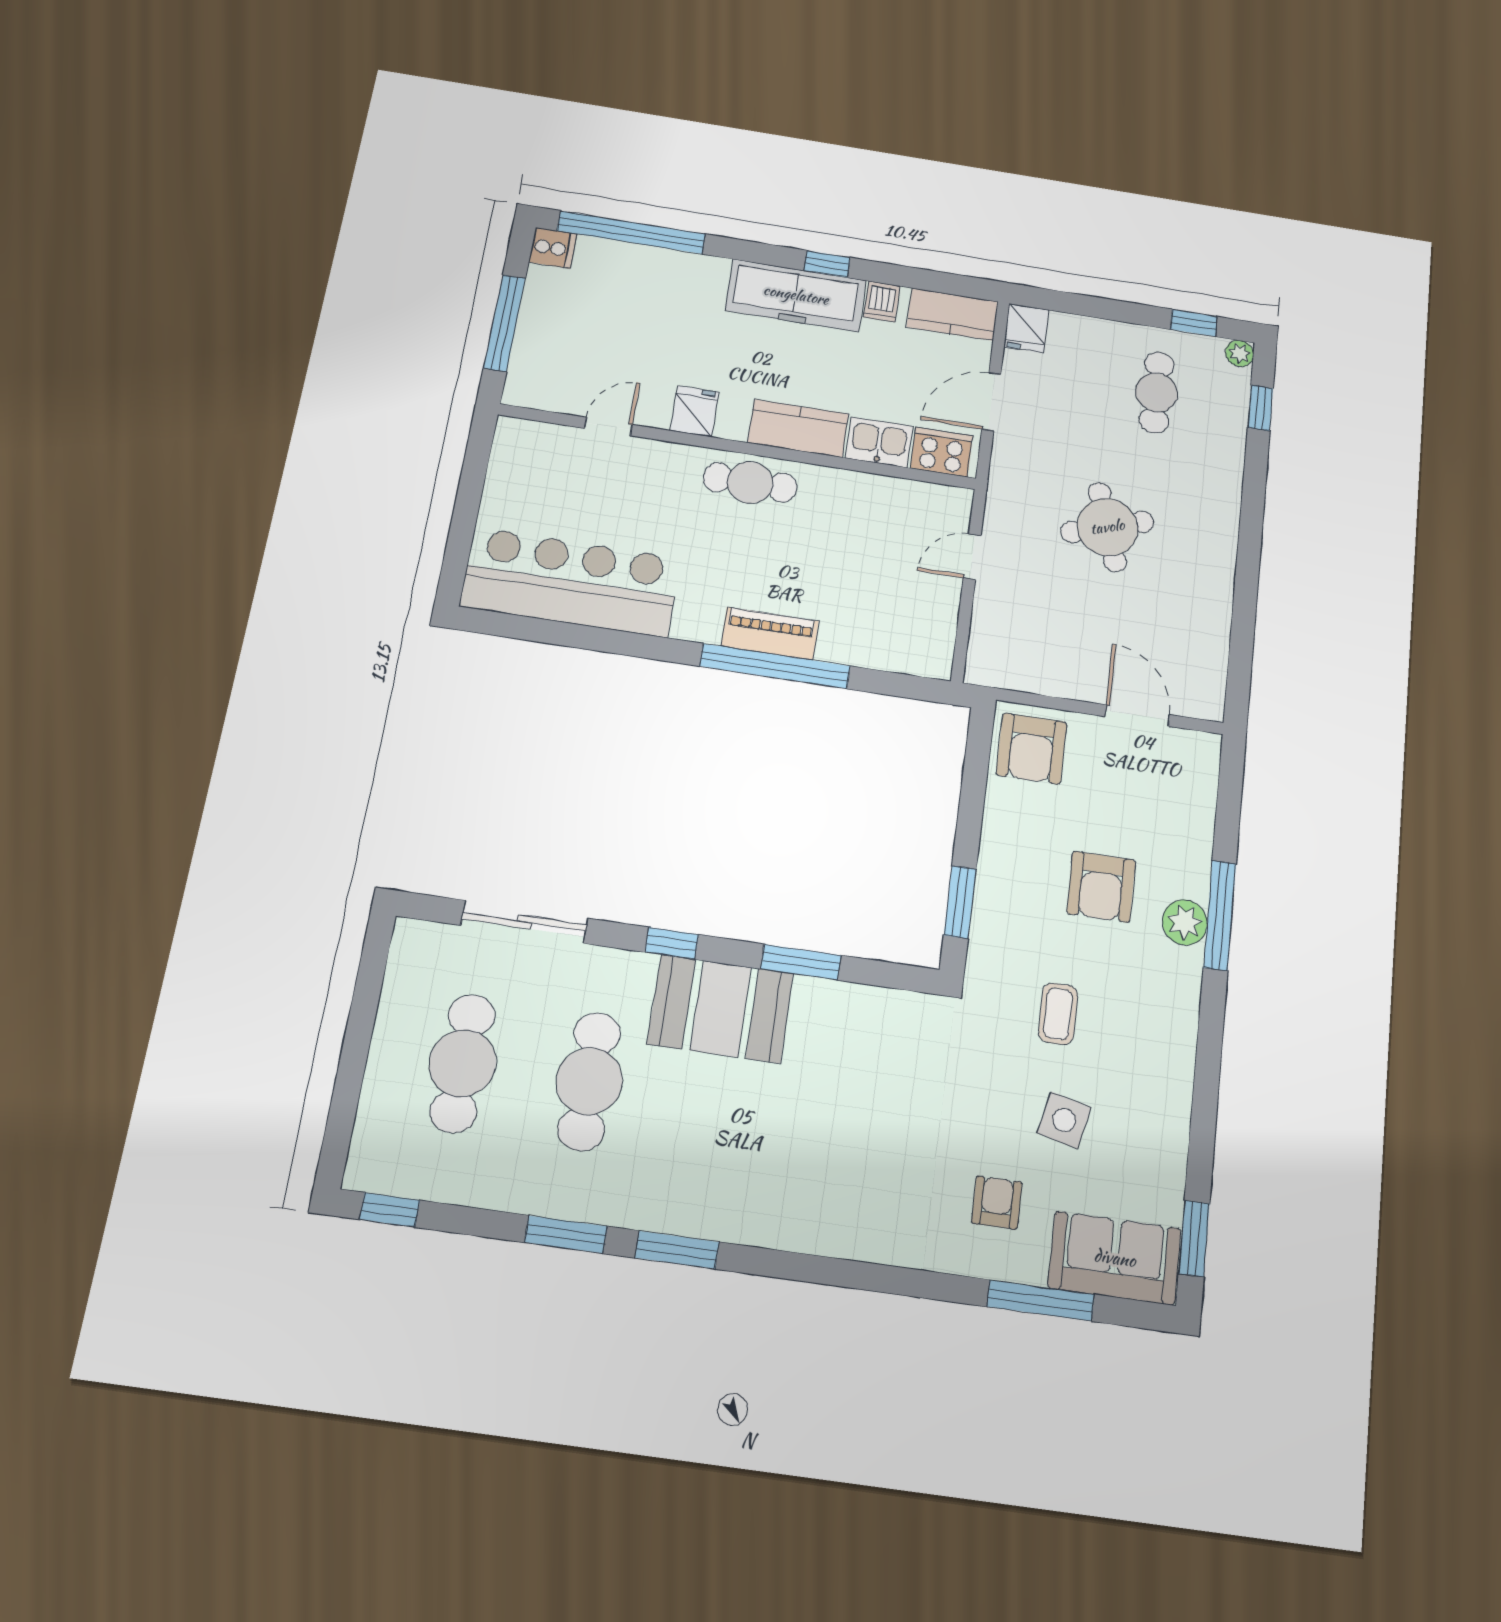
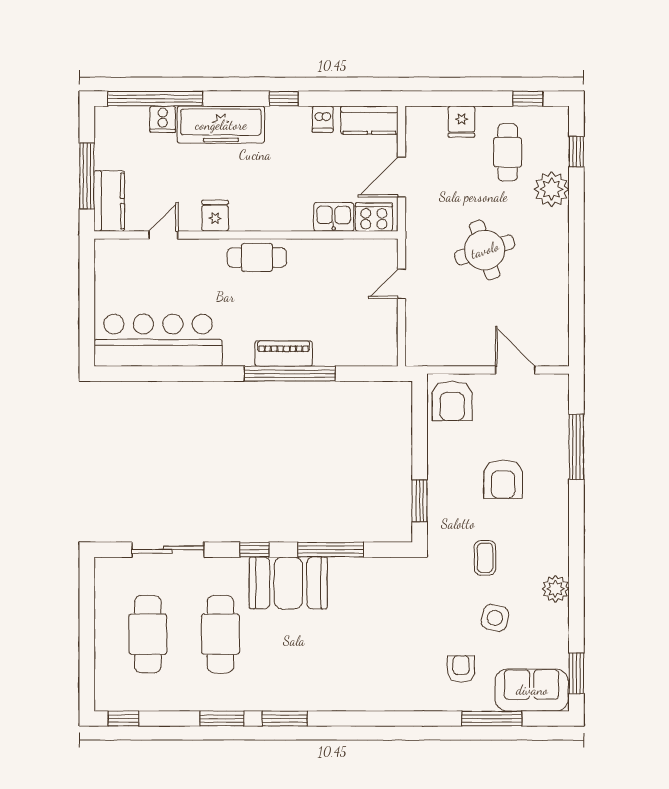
cooker: (553, 248) -> (163, 119), moved, turned 90
freezer: (796, 295) -> (221, 125), moved
fridge: (1026, 328) -> (462, 122), moved
plant: (1240, 353) -> (552, 189), moved, width x1.87, depth x1.87
kitchen counter: (798, 428) -> (109, 201), moved, turned 90
window: (1220, 915) -> (576, 447), moved
plant: (1185, 922) -> (556, 589), moved
window: (801, 962) -> (331, 550), width x1.44

